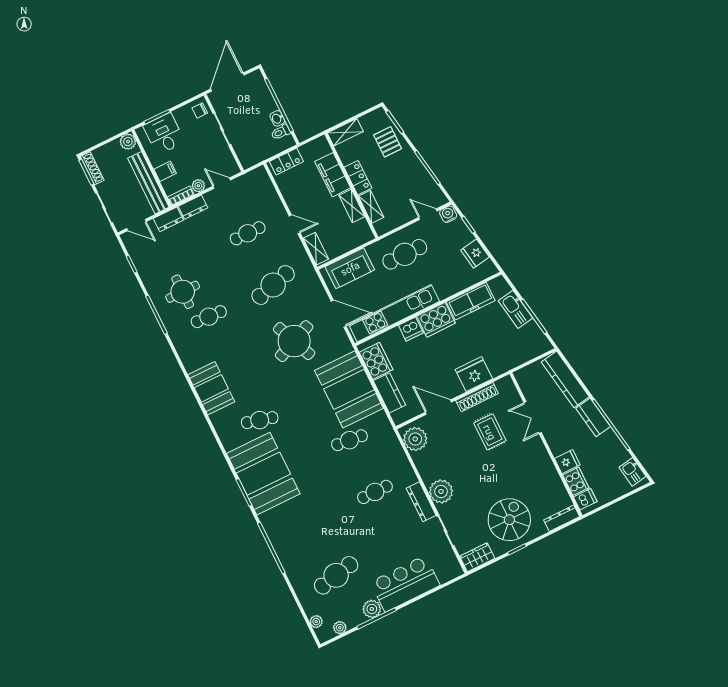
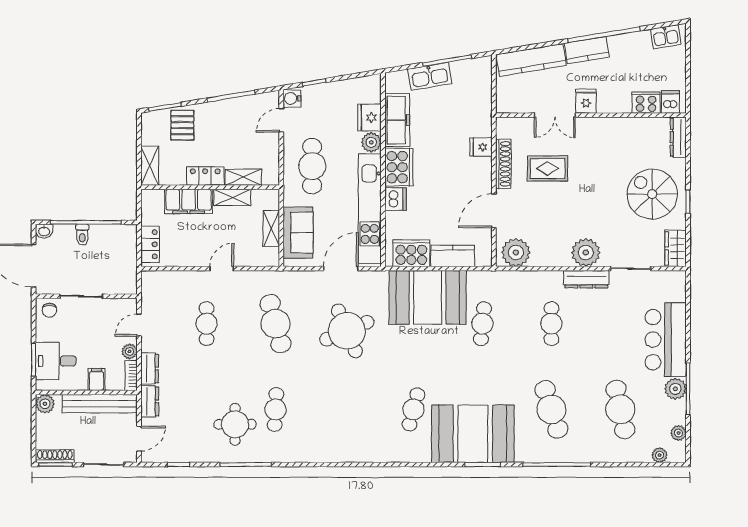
washbasin: (277, 118) -> (44, 231), moved
toilet: (281, 132) -> (82, 235), moved
pallet: (388, 142) -> (182, 125), turned 90
shelving: (316, 249) -> (271, 229), moved, turned 90
fridge: (475, 254) -> (370, 118), moved, turned 99
plant: (444, 290) -> (371, 142), added
fridge: (474, 374) -> (481, 147), width x0.53, depth x0.75
booth: (211, 388) -> (354, 445), removed
fridge: (567, 462) -> (586, 101), moved
cafe table: (311, 524) -> (551, 409), added

